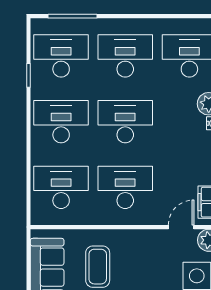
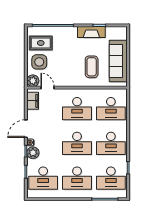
door: (181, 227) -> (47, 88), swing flipped

